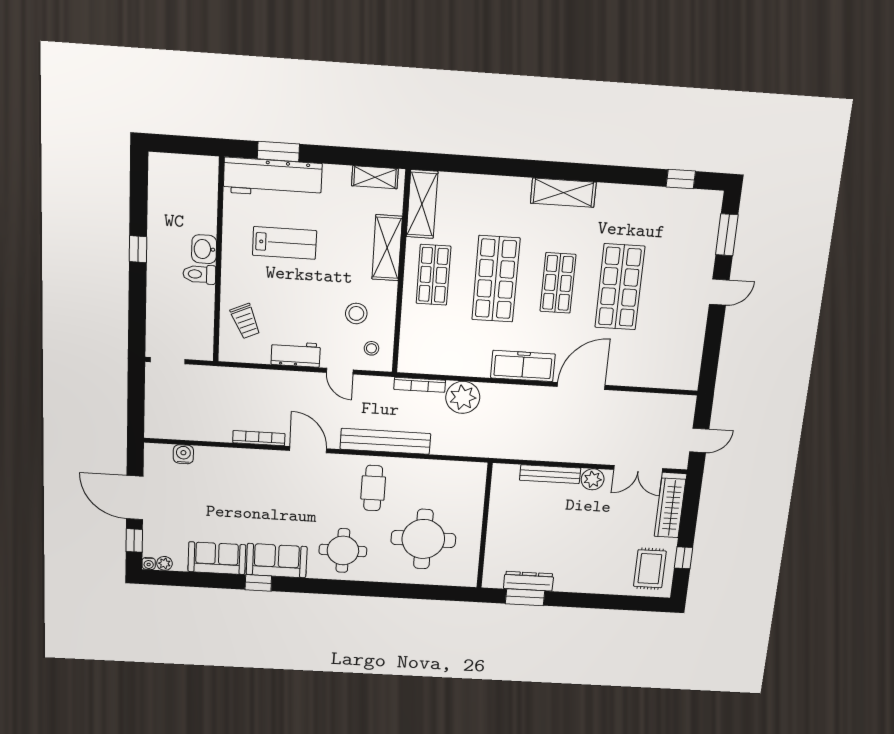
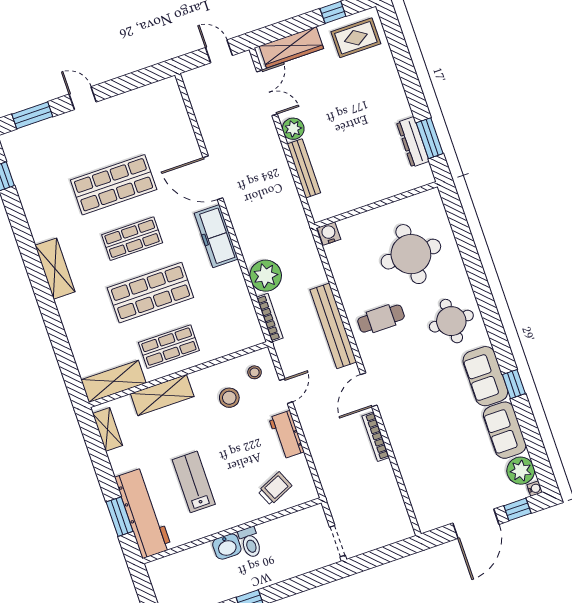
water cooler: (183, 454) -> (329, 234), moved, turned 90
plant: (164, 563) -> (521, 471), width x1.87, depth x1.87

